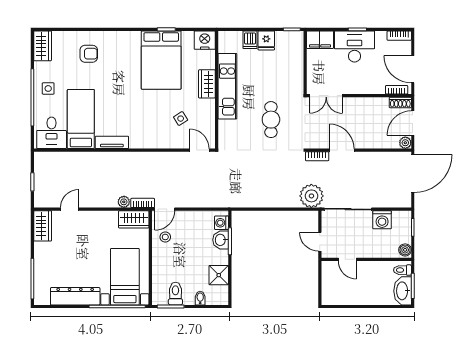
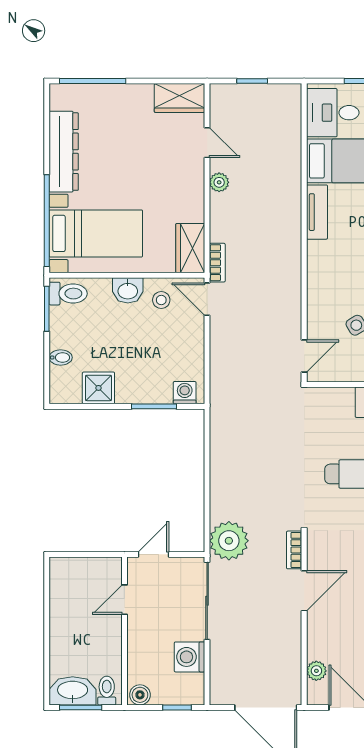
plant: (405, 143) -> (316, 671), moved
plant: (124, 202) -> (219, 182), moved
washbasin: (221, 240) -> (128, 290), moved, turned 180
toilet: (175, 294) -> (68, 294), moved

